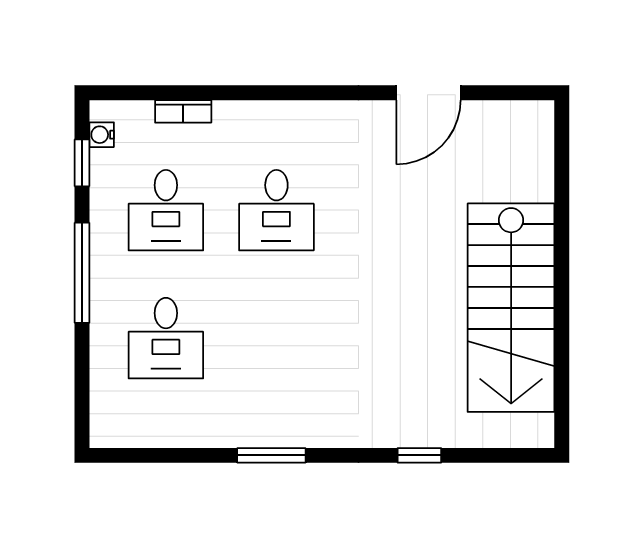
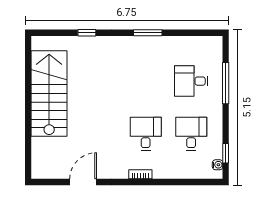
bookcase: (183, 111) -> (140, 174), moved
window: (82, 273) -> (226, 83), moved
desk: (166, 338) -> (191, 81), turned -90

